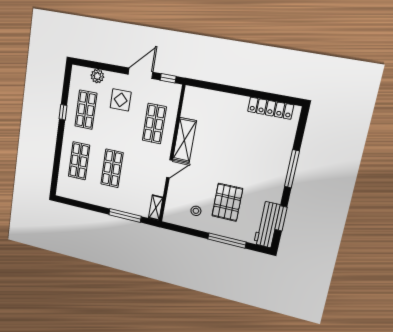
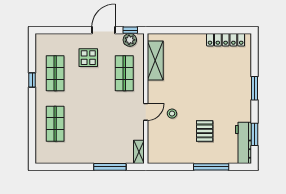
plant: (97, 76) -> (130, 40), moved
shelving: (185, 140) -> (155, 60), moved
shop shelf: (112, 168) -> (90, 124), removed
window: (292, 169) -> (254, 88), width x0.69
pallet: (227, 202) -> (205, 131), width x0.67, depth x0.71
stool: (196, 211) -> (172, 114), moved

